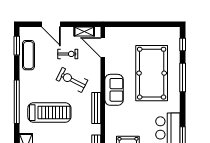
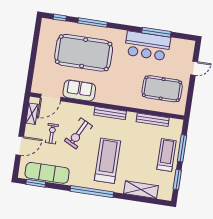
exercise mat: (28, 55) -> (47, 173), width x1.36, depth x1.45
sofa: (114, 90) -> (79, 90), moved

